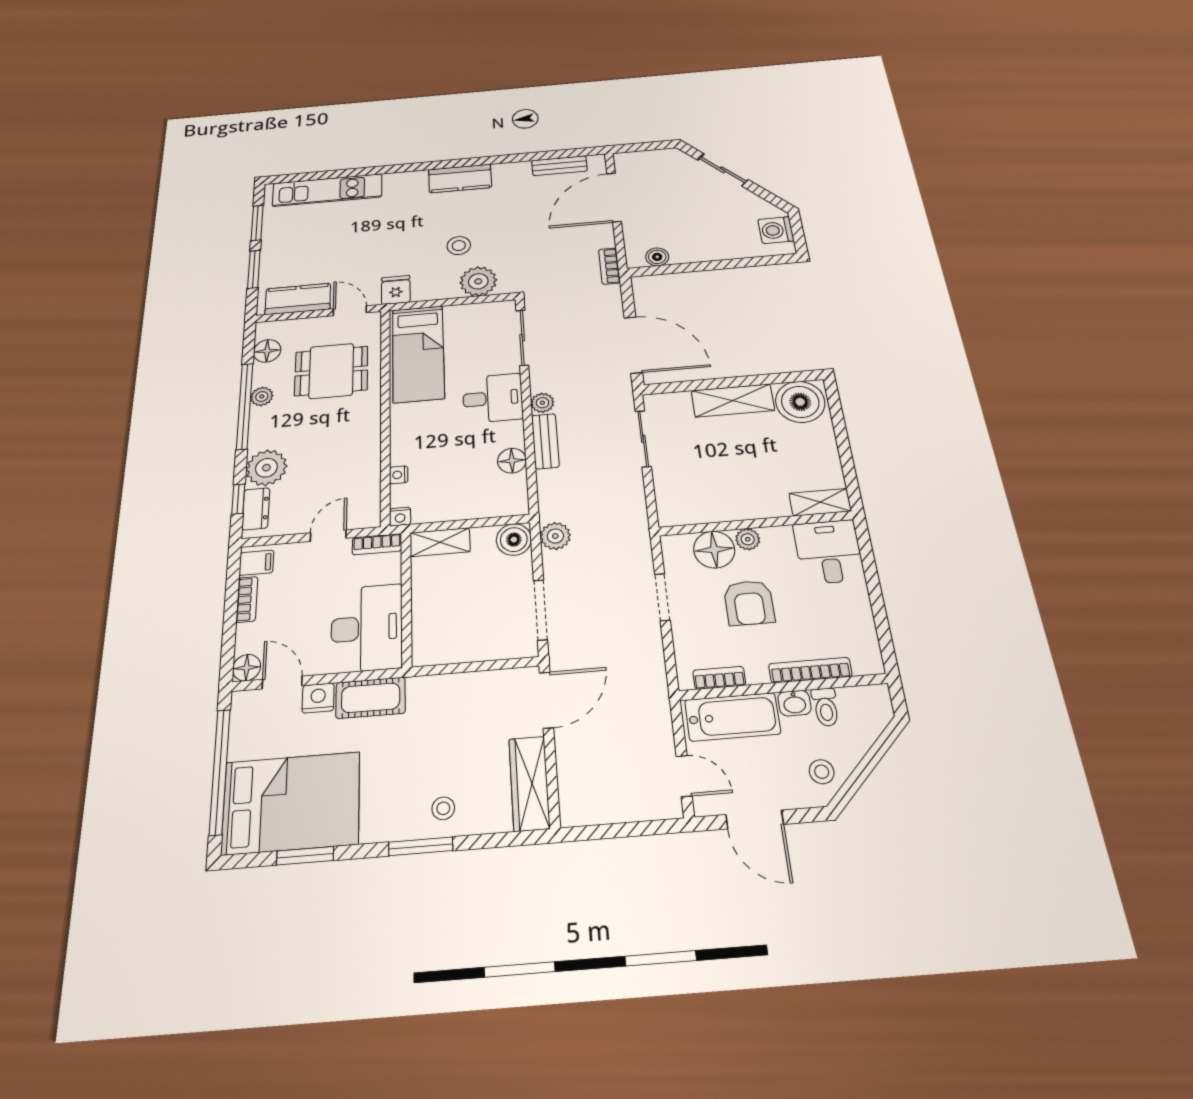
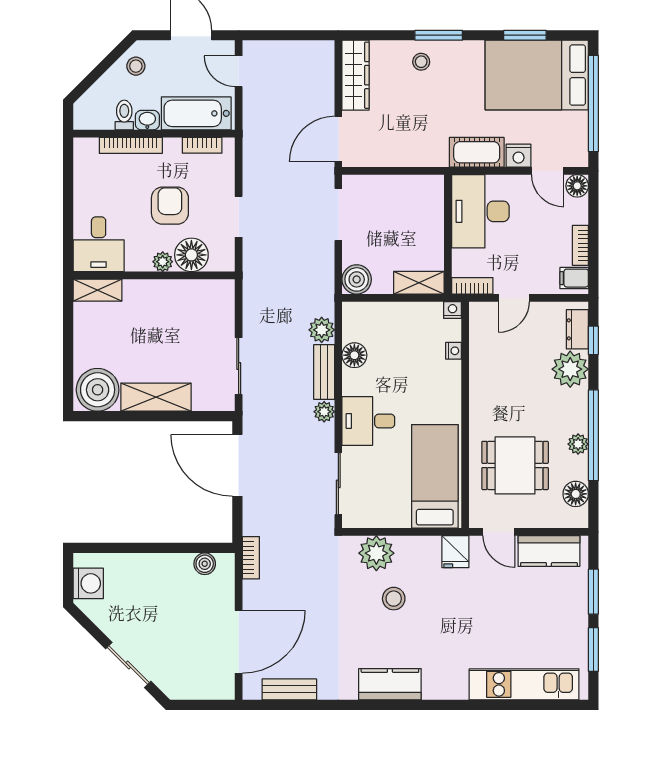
plant: (555, 536) -> (322, 330), moved

